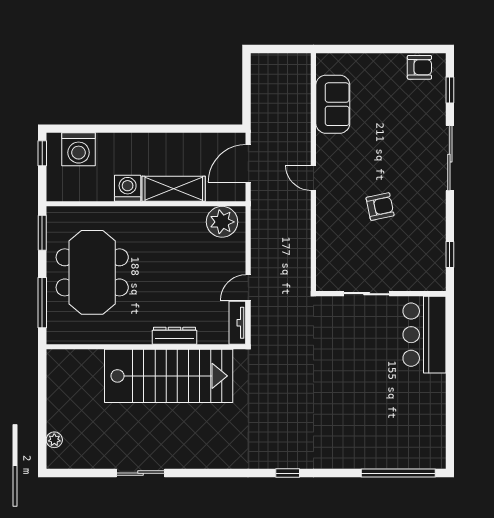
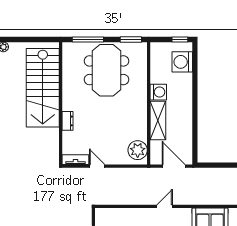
meeting table: (92, 272) -> (106, 70), turned 90
dresser: (174, 336) -> (67, 121), width x0.70
stairs: (169, 376) -> (43, 88), moved

